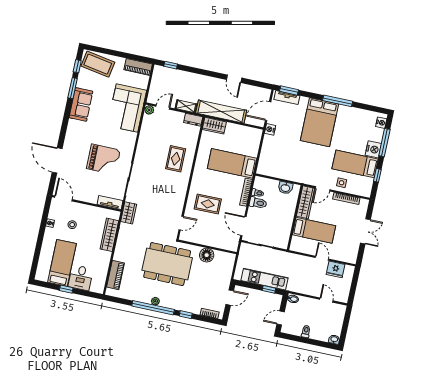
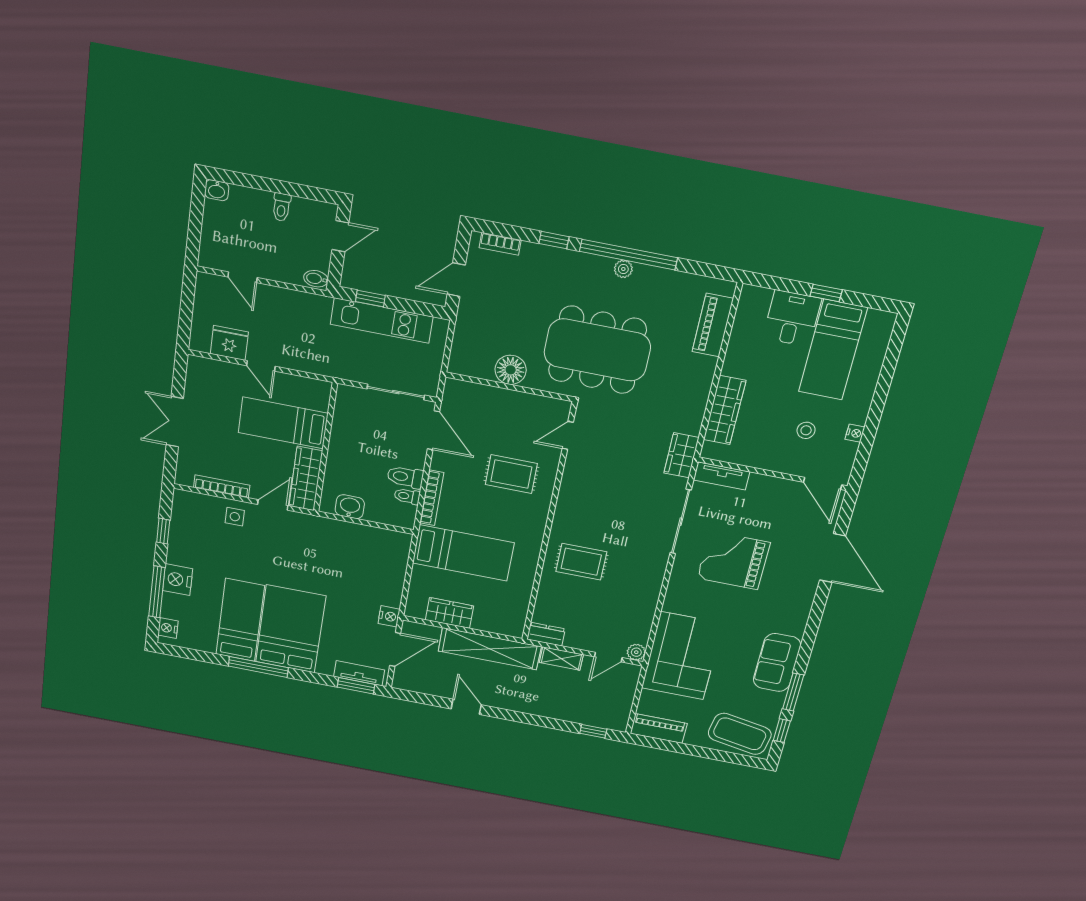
wardrobe: (214, 126) -> (450, 613), moved
rug: (176, 159) -> (581, 562), turned 90
bed: (355, 164) -> (240, 620), moved, turned -90

